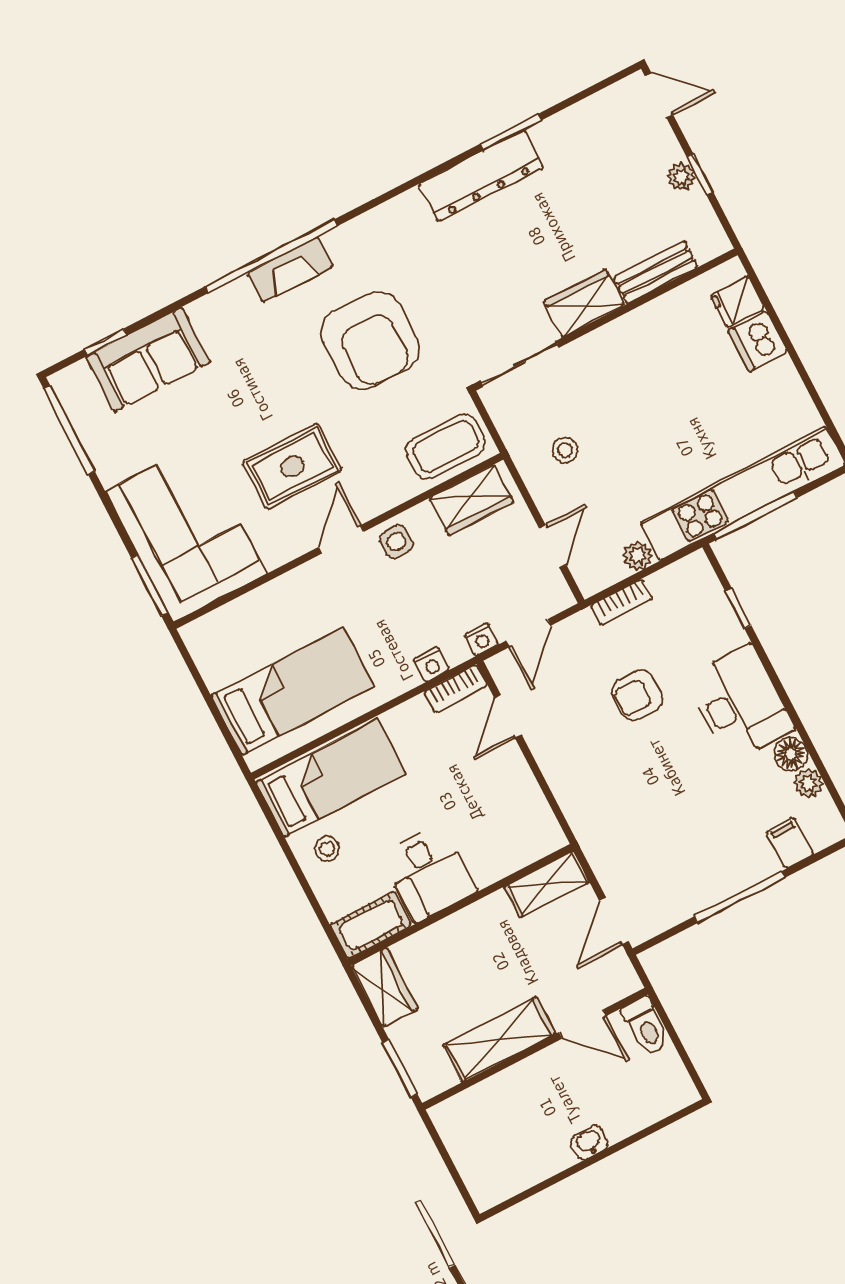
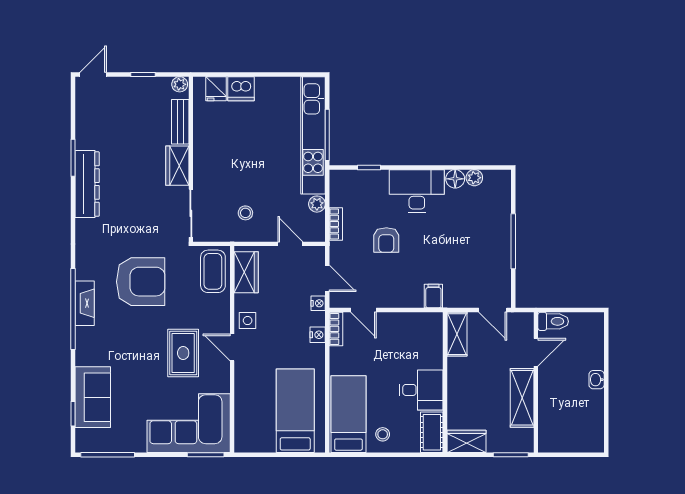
plant: (681, 177) -> (180, 84), moved
filing cabinet: (790, 843) -> (433, 296), moved, turned 90

